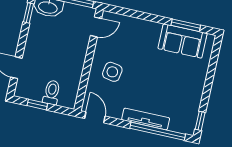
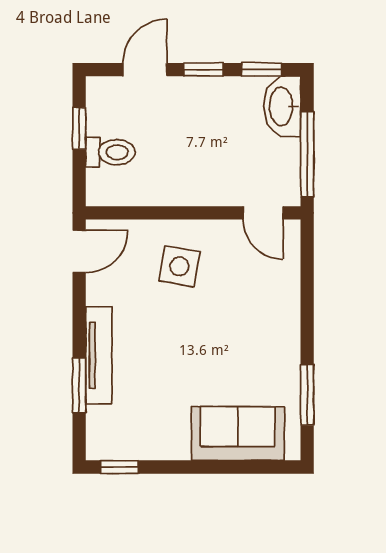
window: (22, 40) -> (203, 70), added
sofa: (183, 41) -> (238, 434), moved, turned 90
window: (158, 131) -> (79, 385), width x0.47

